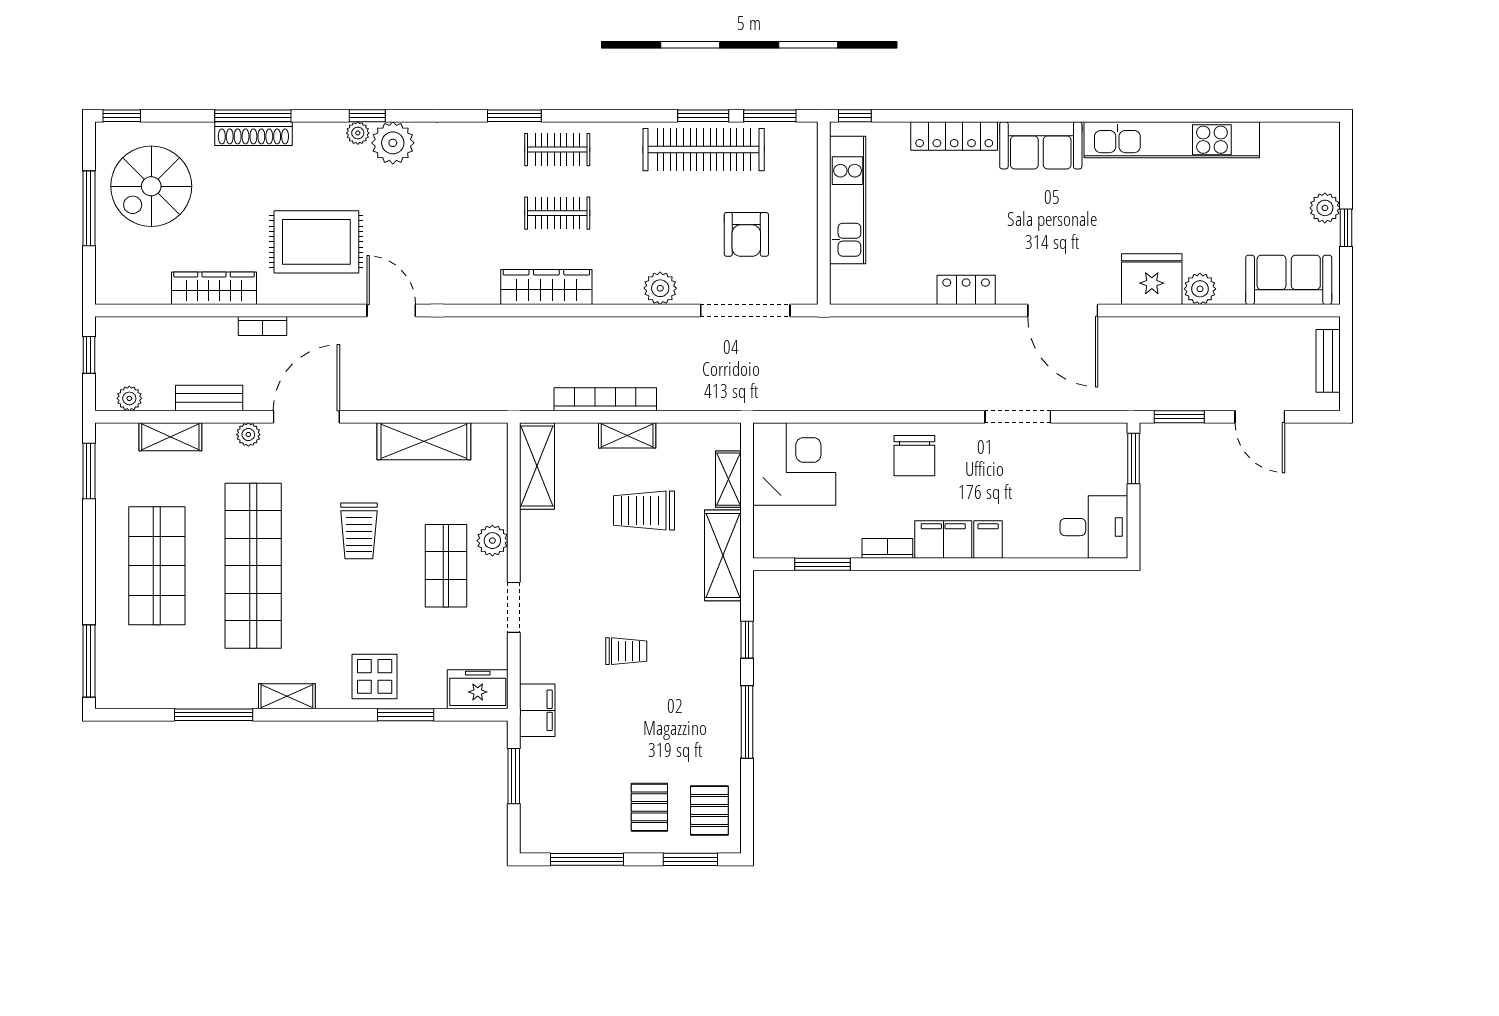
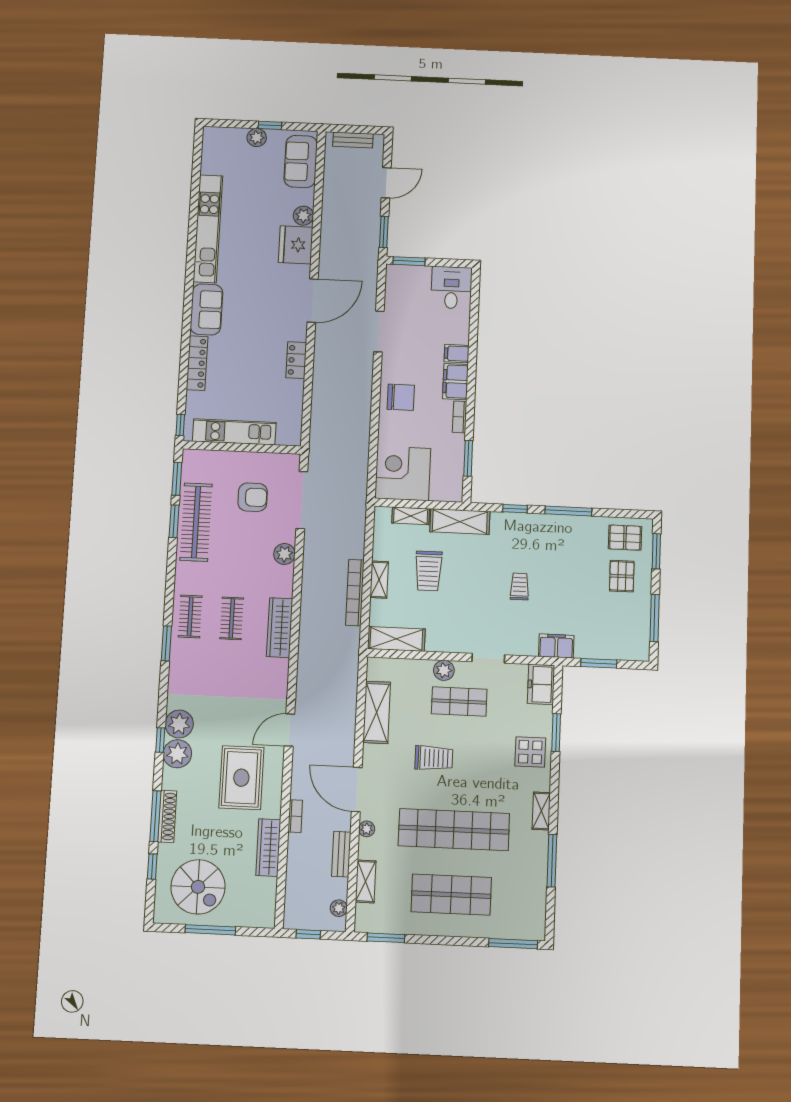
window: (122, 116) -> (152, 867), moved
plant: (358, 133) -> (177, 754), width x1.88, depth x1.88
pallet: (649, 807) -> (622, 576), turned 90

